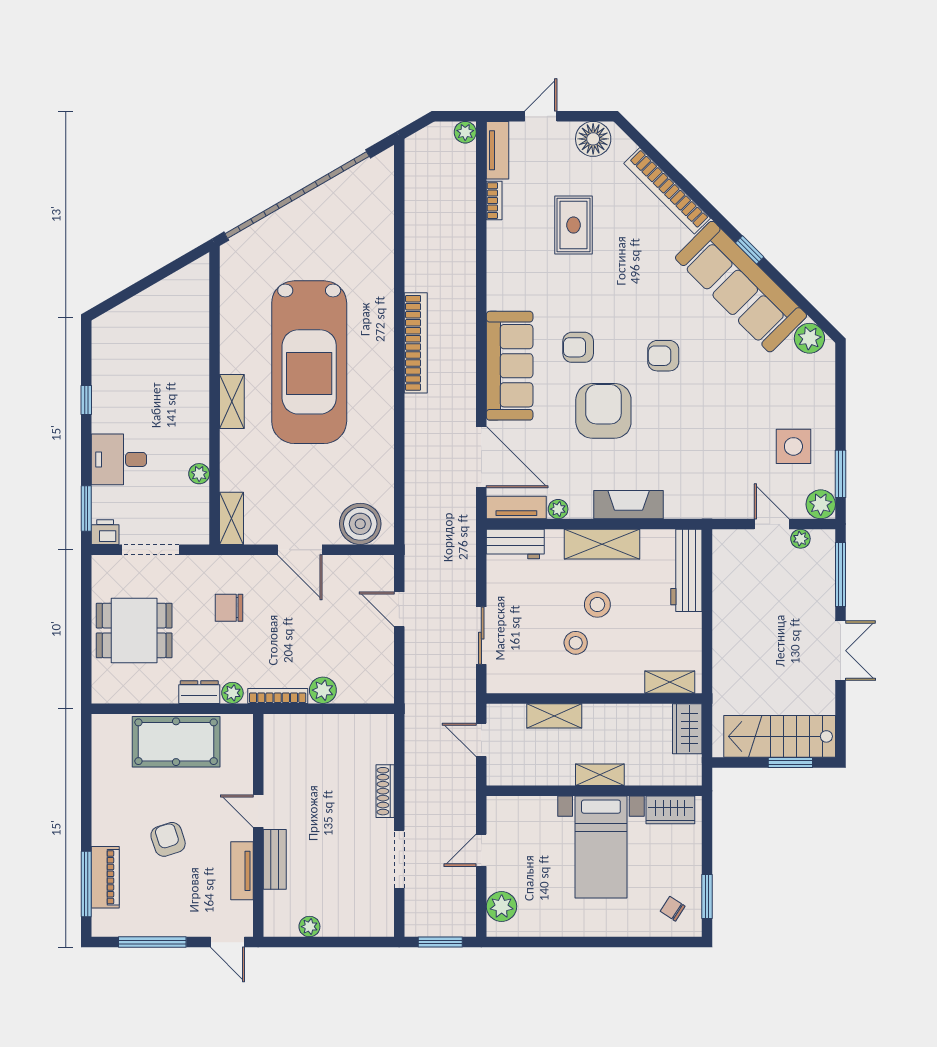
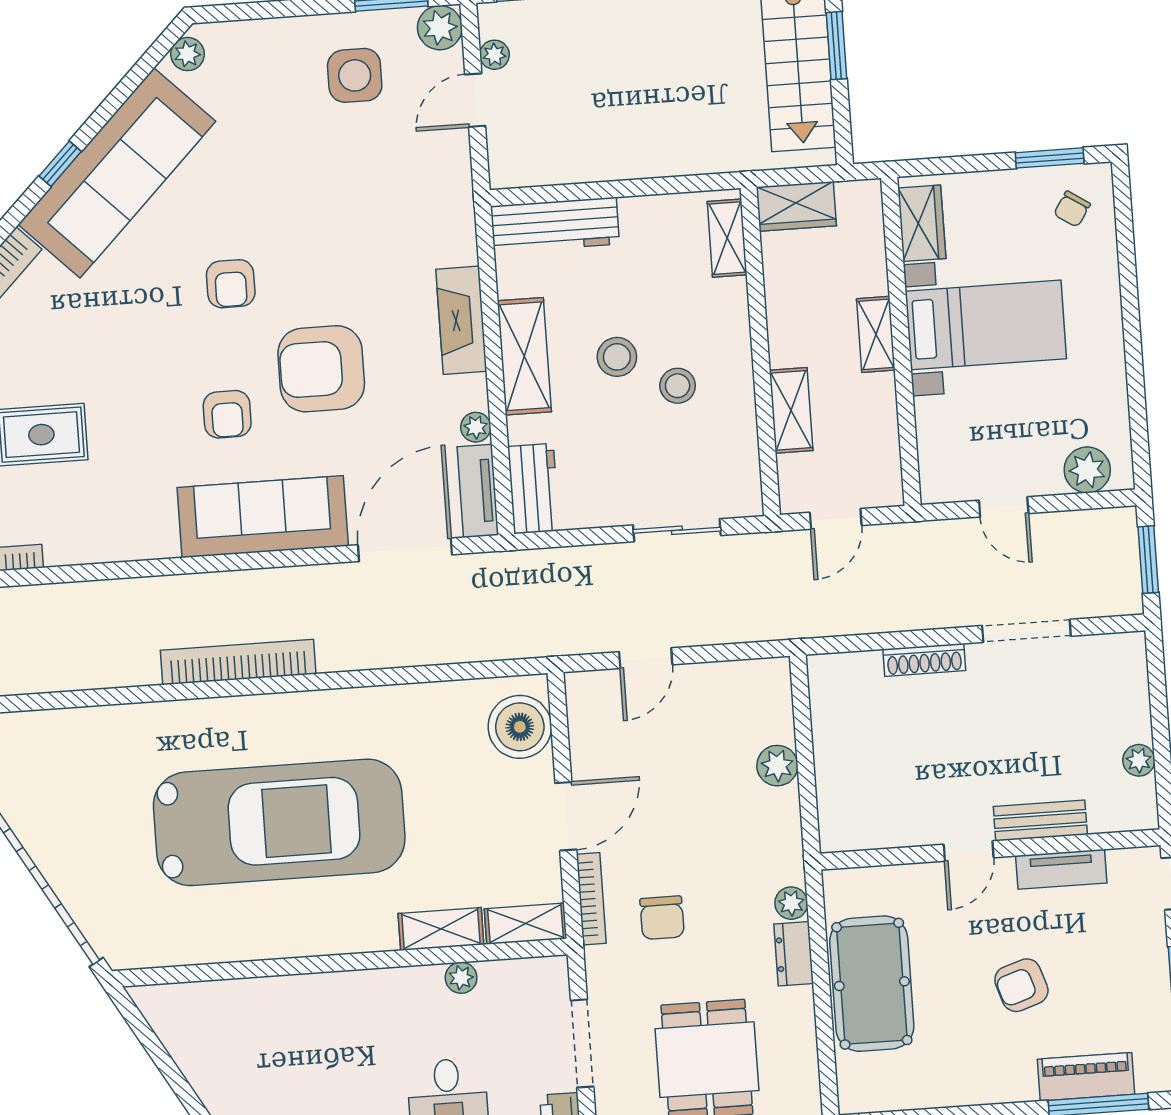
plant: (809, 338) -> (188, 54), width x0.73, depth x0.73
shelving: (232, 401) -> (441, 929), moved
bookcase: (278, 696) -> (591, 899), moved, turned 180

